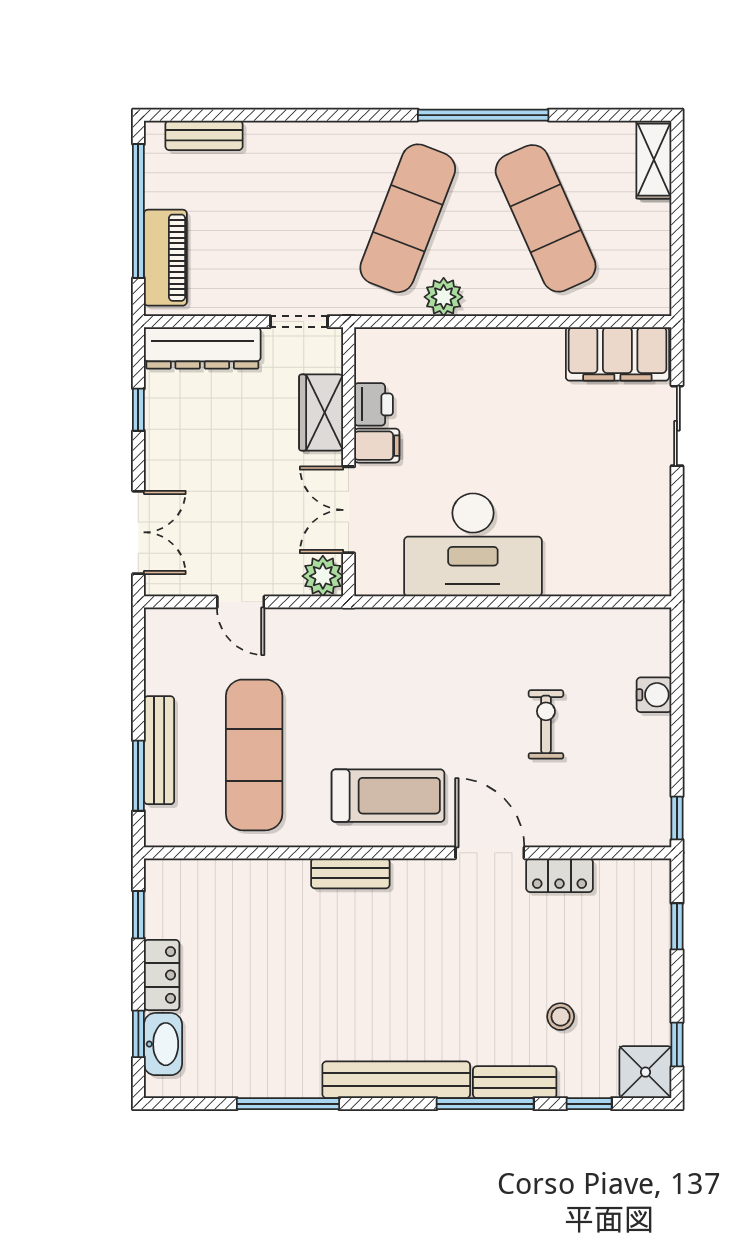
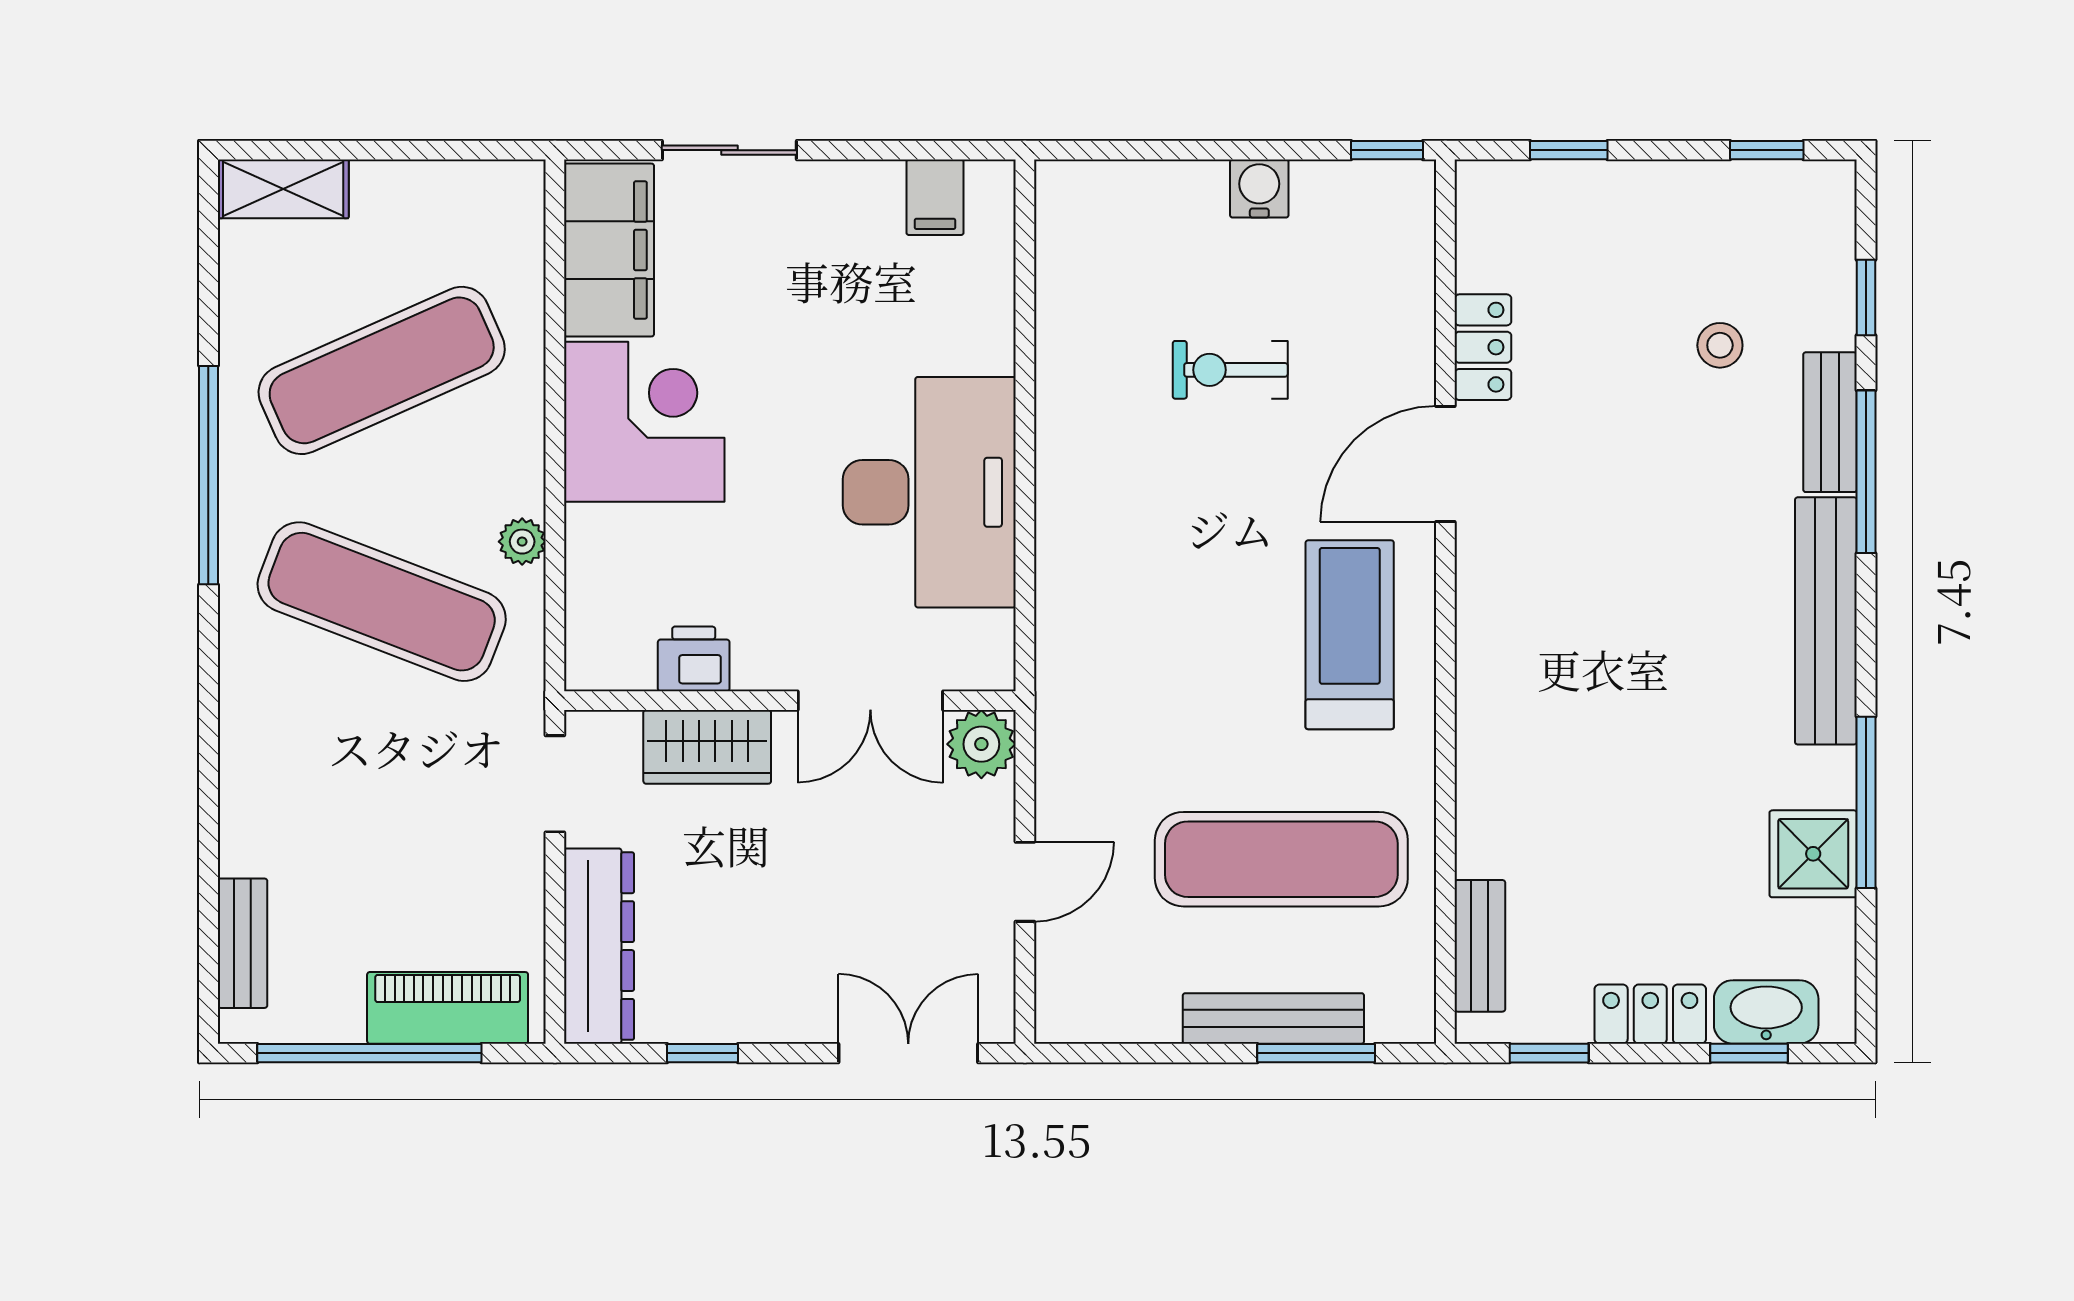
plant: (444, 297) -> (522, 542), width x0.73, depth x0.73
corner desk: (515, 375) -> (644, 422), added
filing cabinet: (377, 446) -> (935, 197), moved, turned 180
water cooler: (654, 695) -> (1259, 189), moved
bench: (350, 873) -> (1480, 946), moved
shower: (645, 1072) -> (1813, 854), moved

